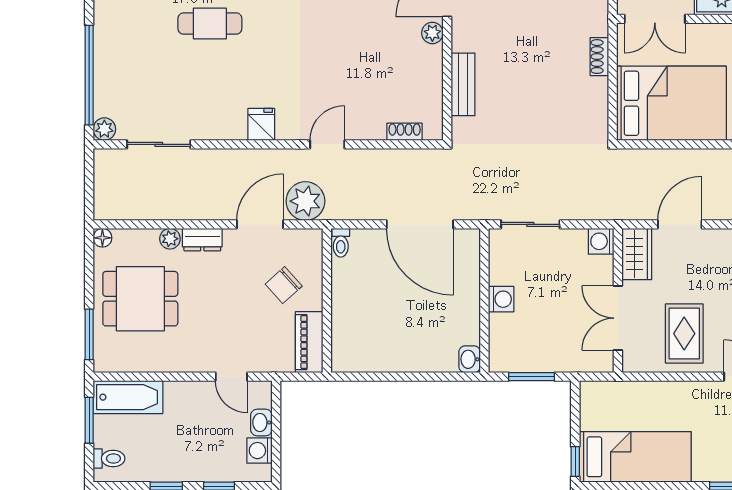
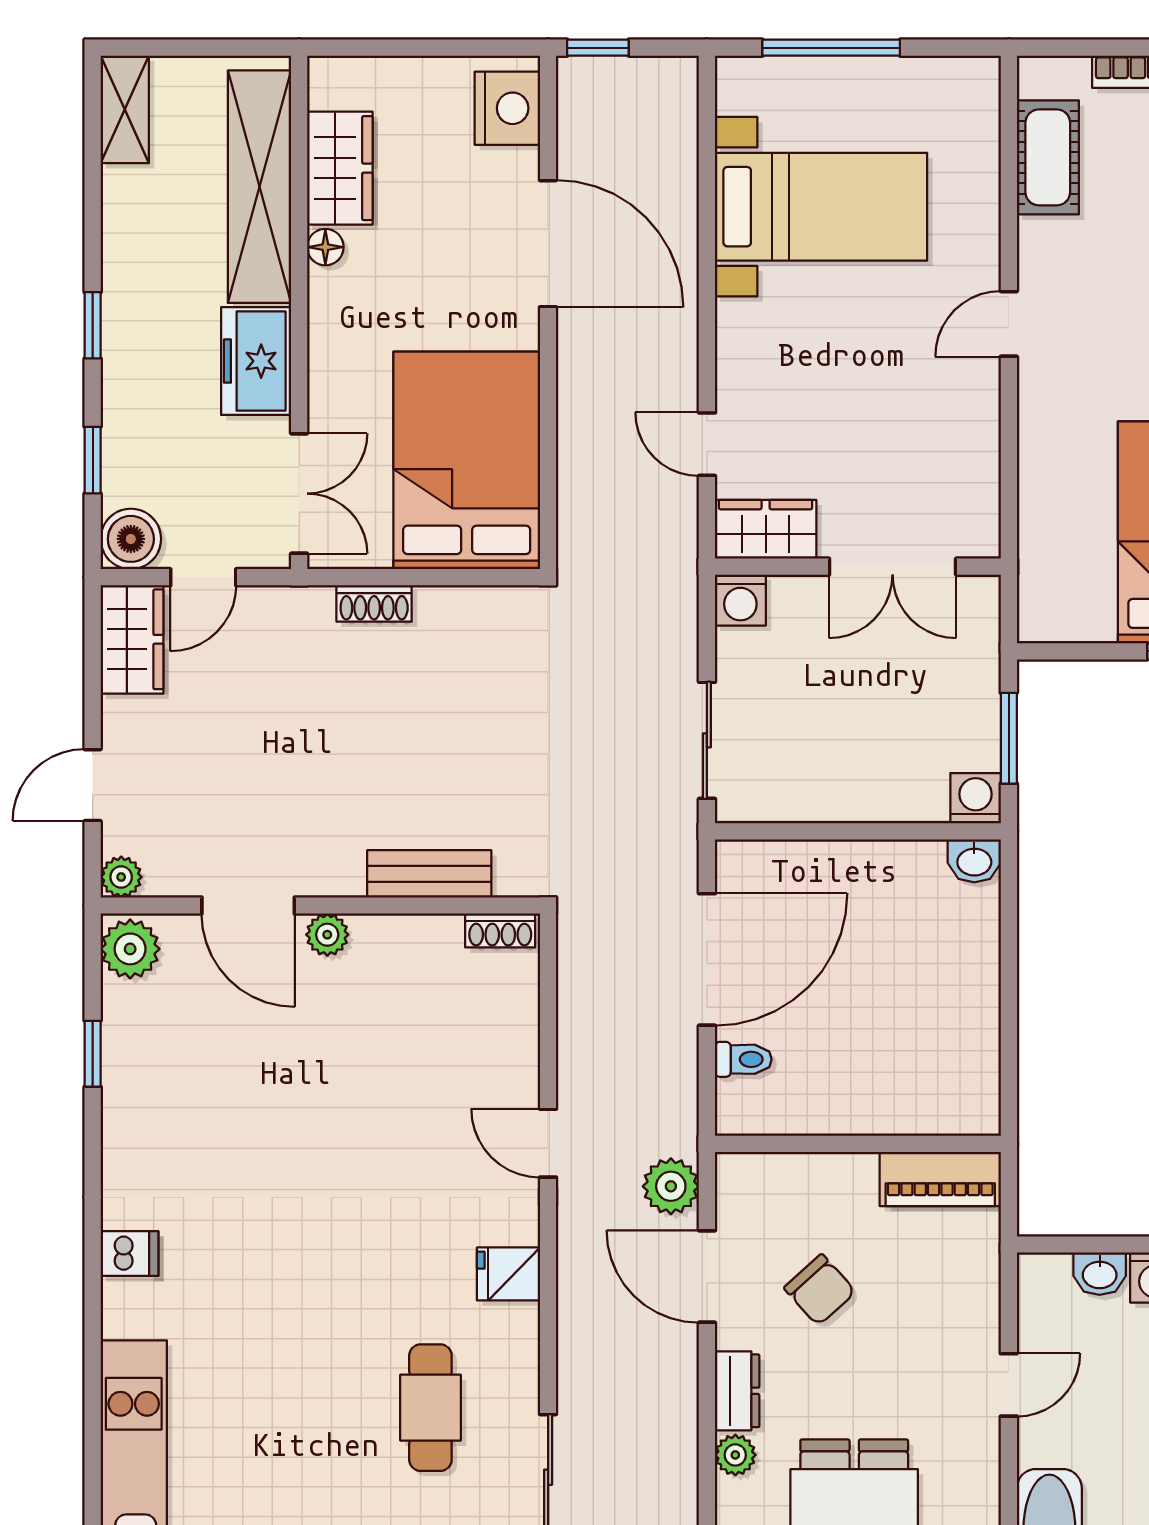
cafe table: (210, 24) -> (430, 1408), moved
shoe rack: (405, 132) -> (500, 930), moved, turned -90
plant: (305, 201) -> (671, 1186), width x0.73, depth x0.73
door: (680, 224) -> (707, 444), width x0.73
toilet: (341, 243) -> (743, 1059), moved
chair: (284, 285) -> (820, 1290), moved
washing machine: (501, 299) -> (976, 798), moved
rug: (684, 334) -> (923, 435), removed
door: (231, 377) -> (1009, 1385), moved

